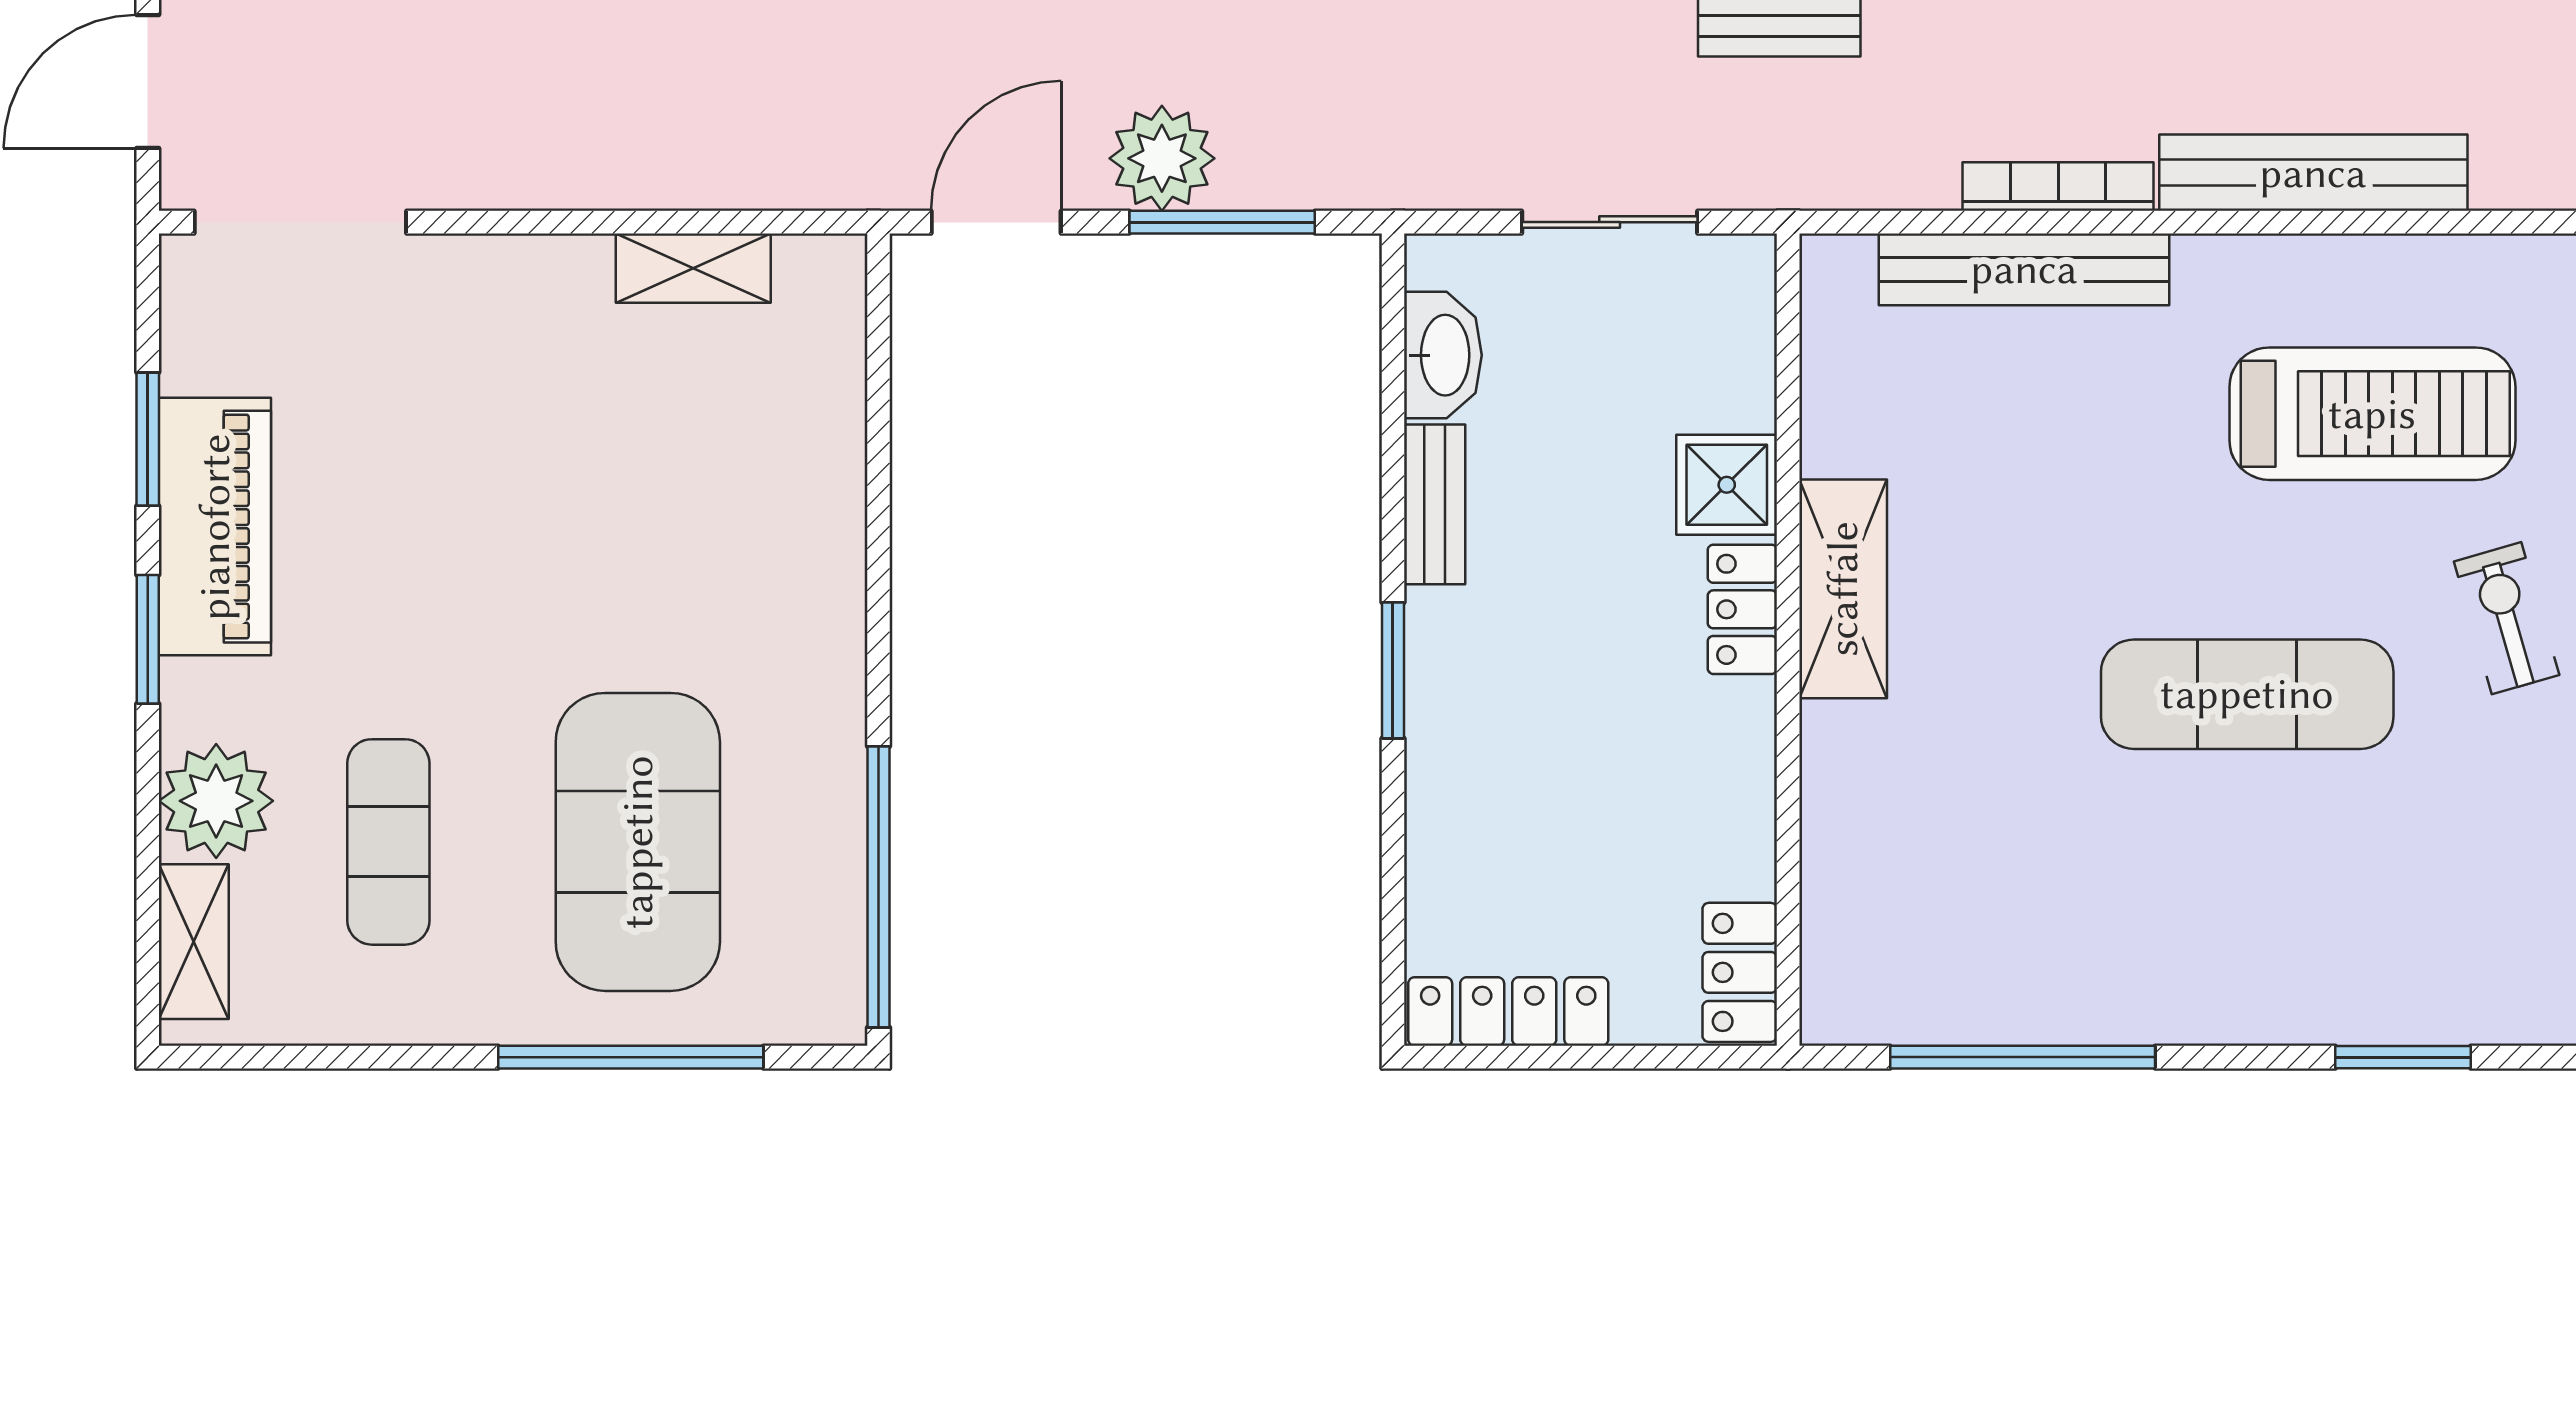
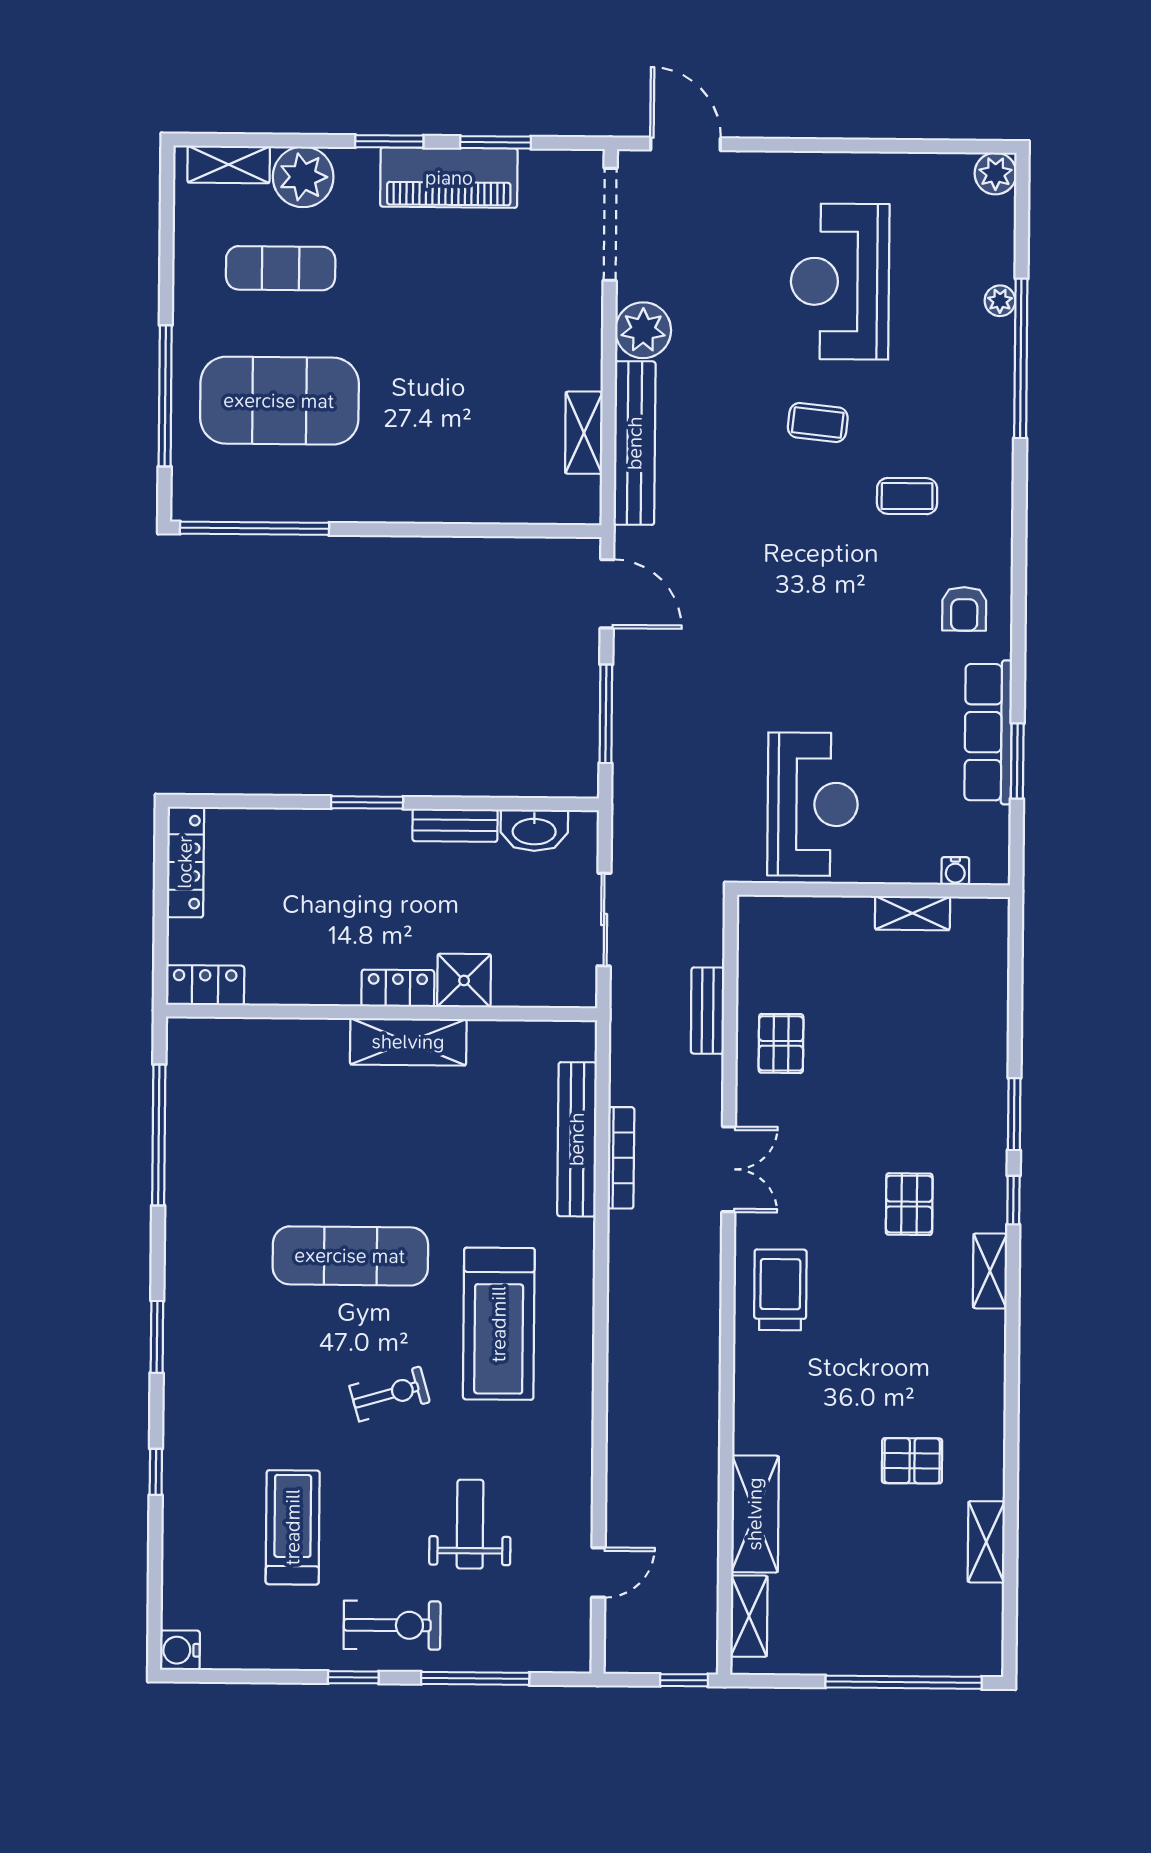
plant: (1162, 158) -> (643, 330), moved
bench: (2313, 173) -> (635, 443), moved
exercise mat: (2247, 694) -> (350, 1256), turned 90

